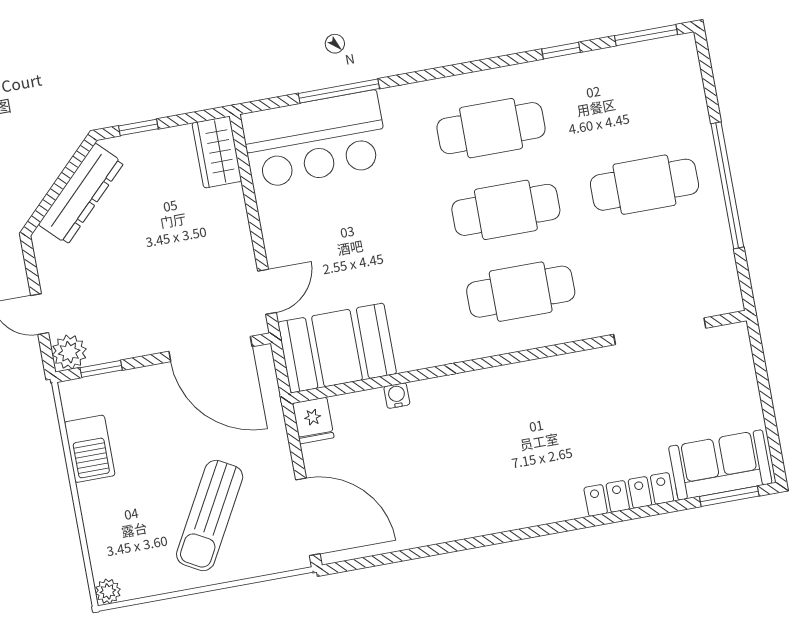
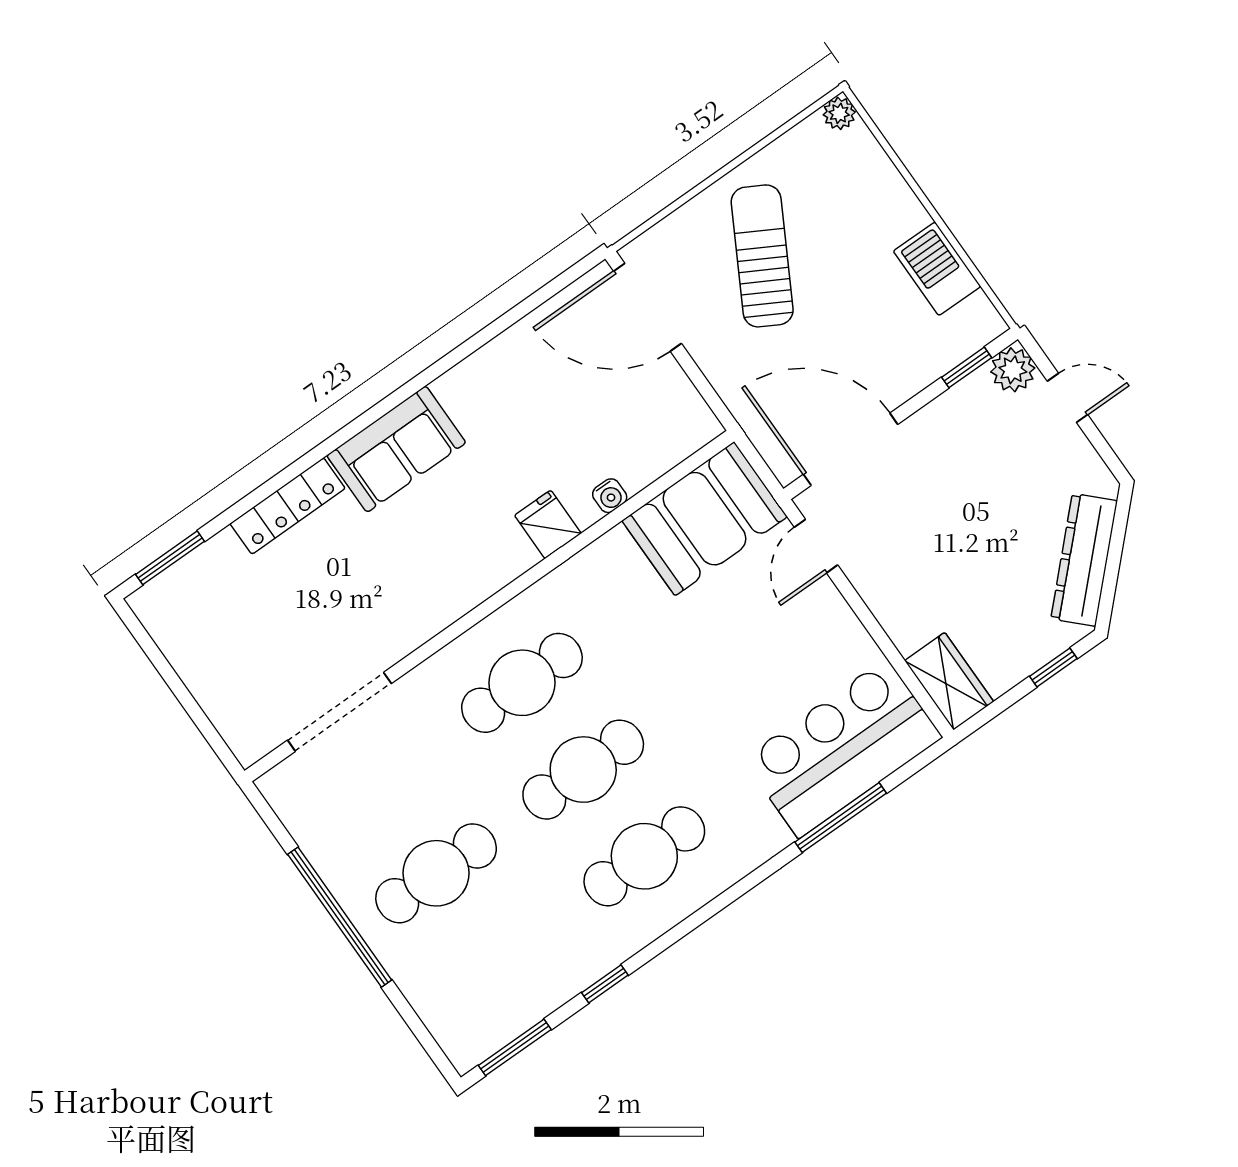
fridge: (313, 420) -> (548, 524), moved
sofa: (720, 465) -> (396, 449), moved

